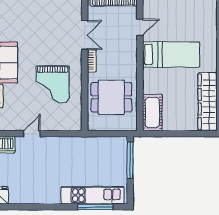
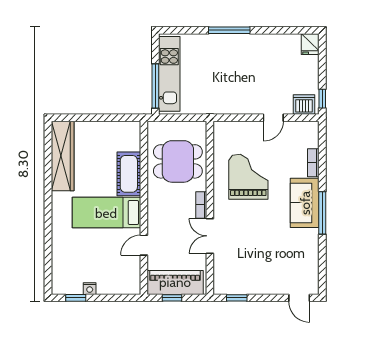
cot: (152, 113) -> (129, 174), moved
kitchen unit: (93, 195) -> (169, 74), moved, turned -90
window: (95, 207) -> (229, 30), moved

